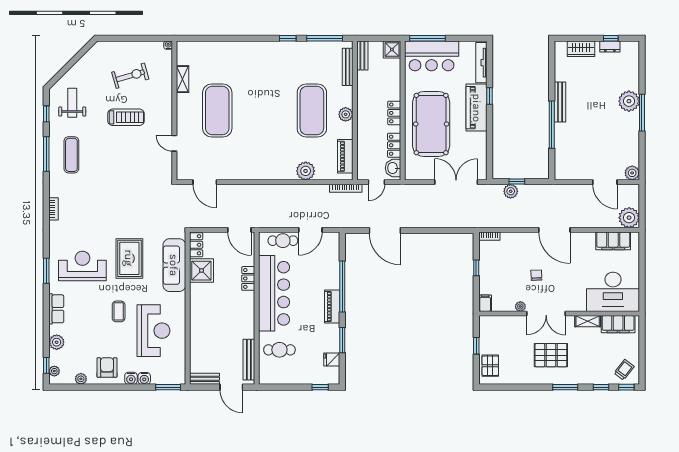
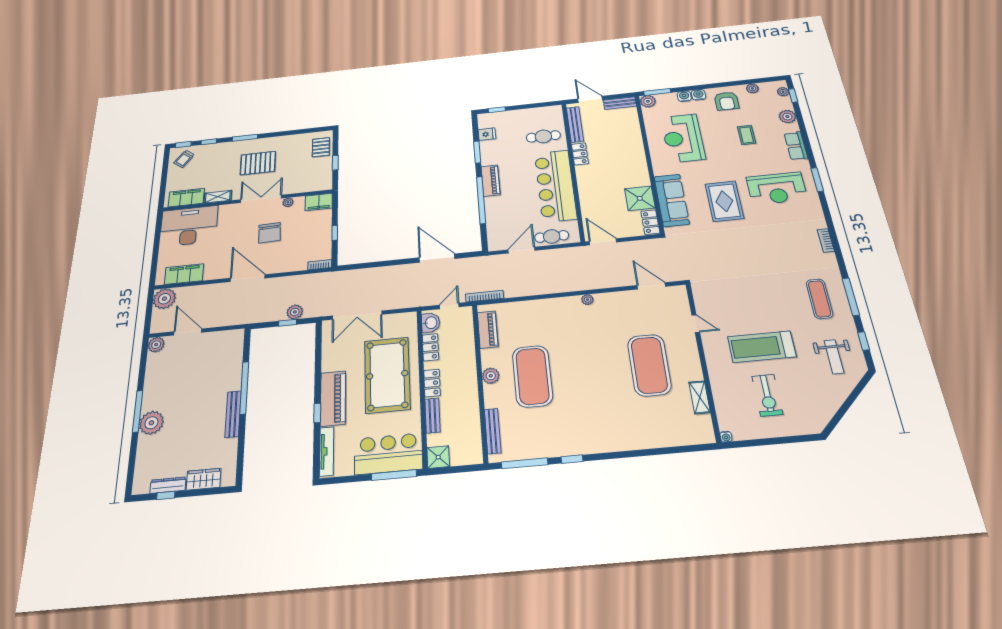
dresser: (610, 46) -> (168, 485), width x1.44
bench: (362, 56) -> (433, 416), moved
exercise bike: (130, 76) -> (767, 395), turned -74
treadmill: (126, 117) -> (762, 347), width x1.37, depth x1.38
plant: (306, 171) -> (587, 300), moved, width x0.53, depth x0.53
chair: (536, 275) -> (270, 233), width x1.87, depth x1.87
locker: (248, 278) -> (580, 154), moved
filing cabinet: (485, 303) -> (319, 202), width x2.00
coffee table: (119, 311) -> (746, 135), moved
plant: (178, 377) -> (648, 101), added

